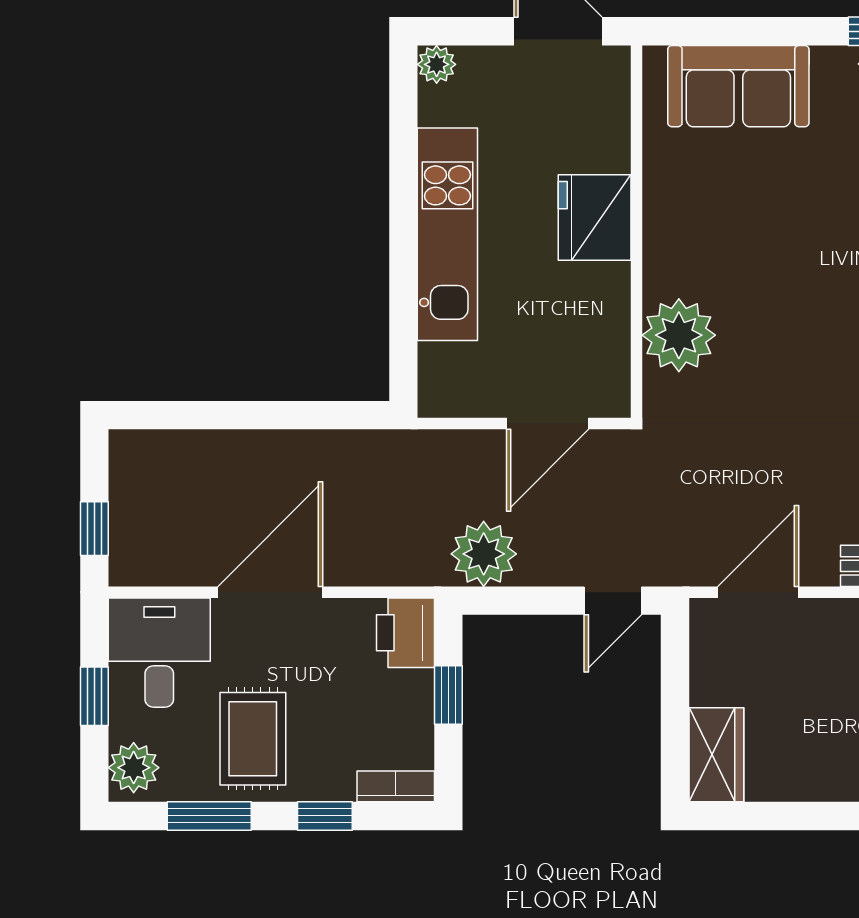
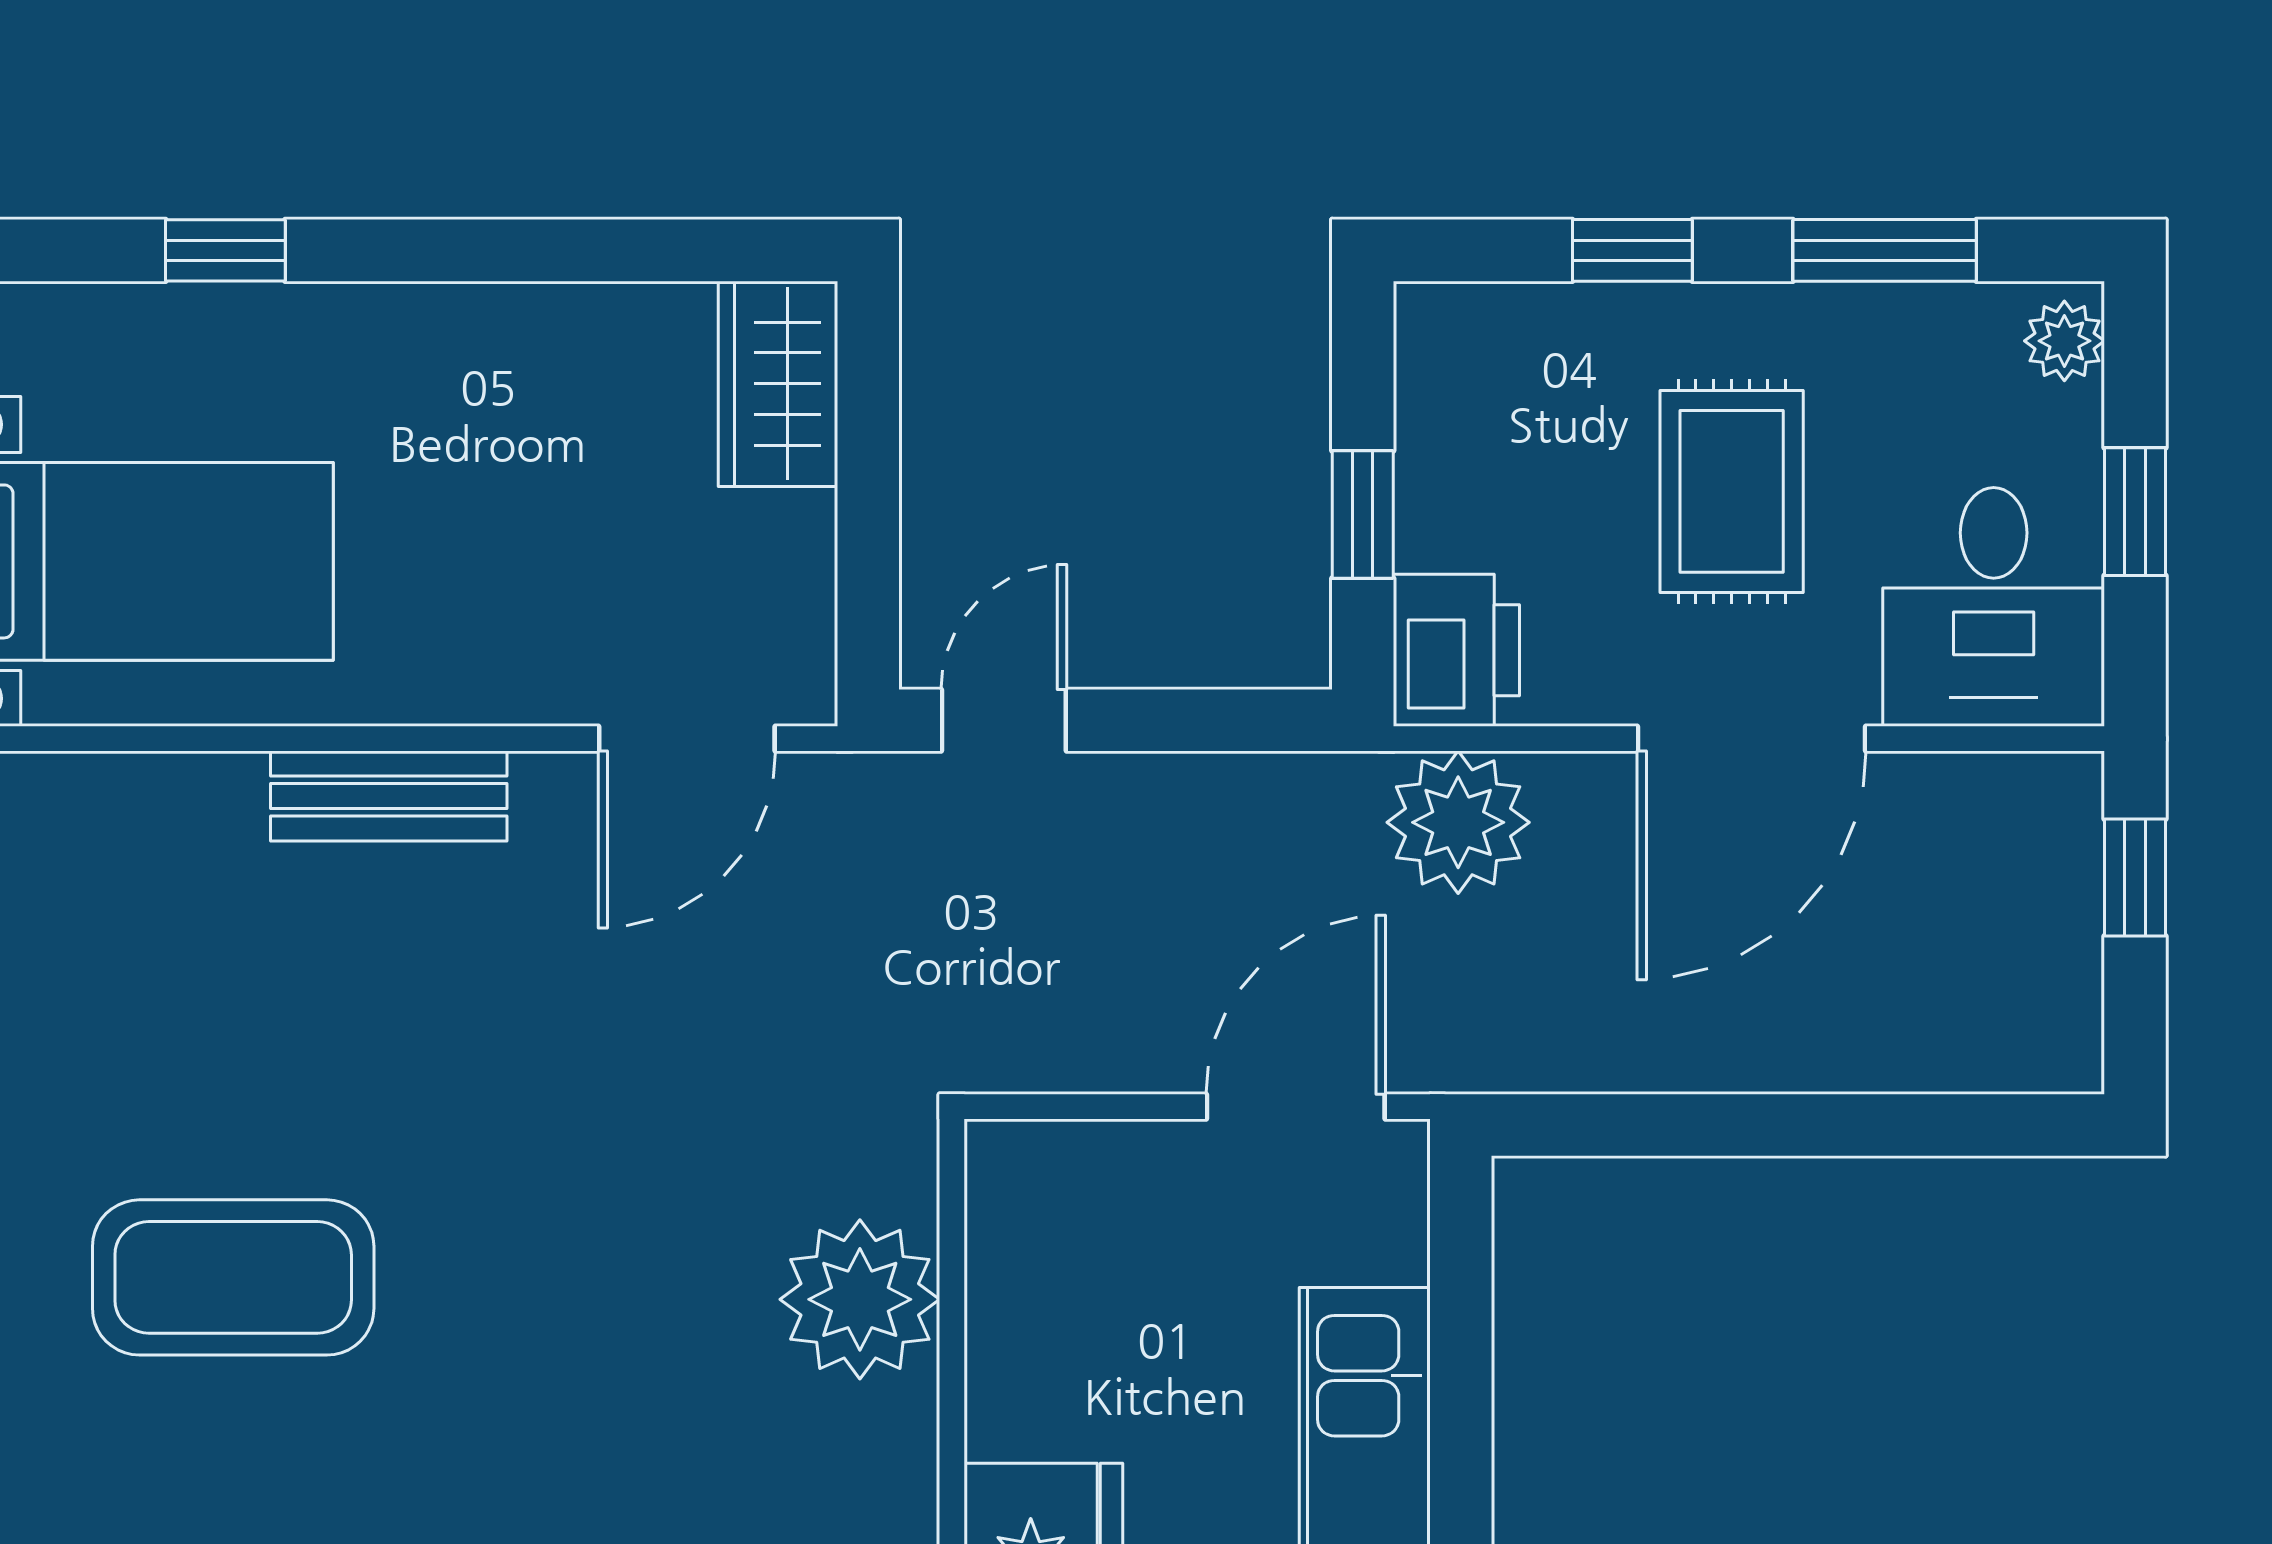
door: (548, 424) -> (1296, 1107), moved
plant: (484, 554) -> (1458, 822), moved
rug: (253, 739) -> (1732, 491), moved
plant: (134, 768) -> (2064, 341), width x0.73, depth x0.73
bookcase: (396, 786) -> (1478, 315), removed

